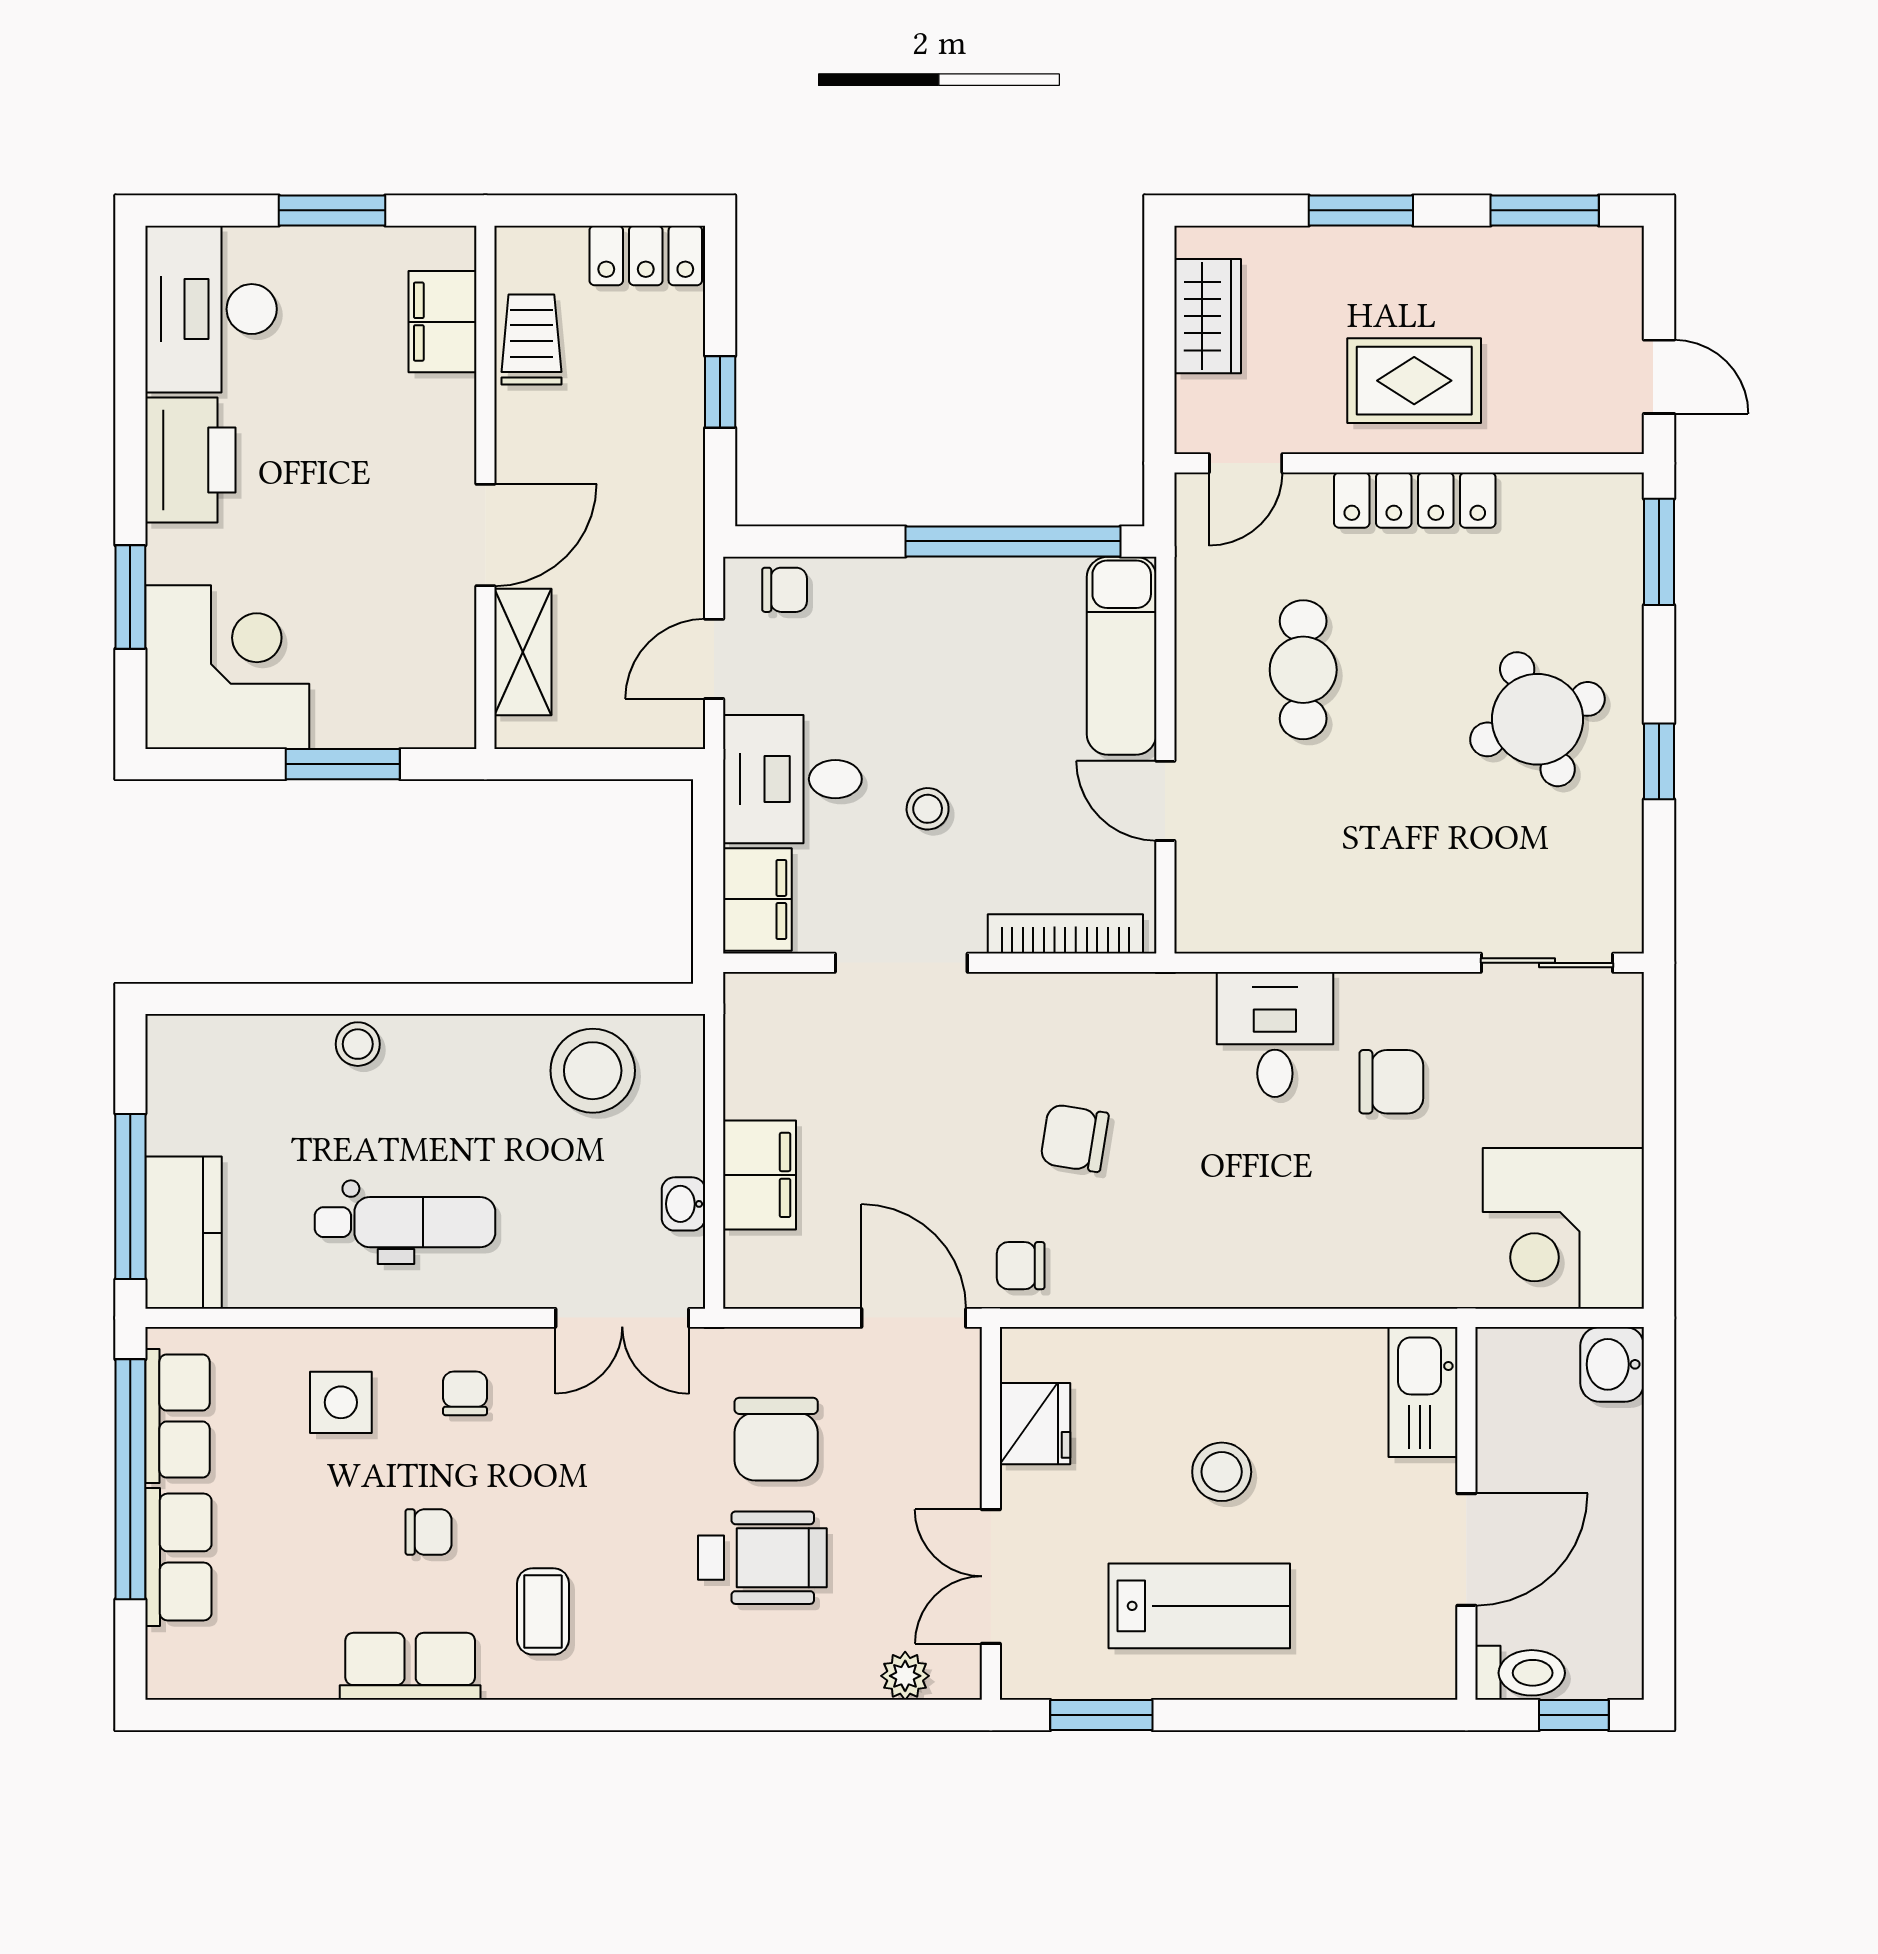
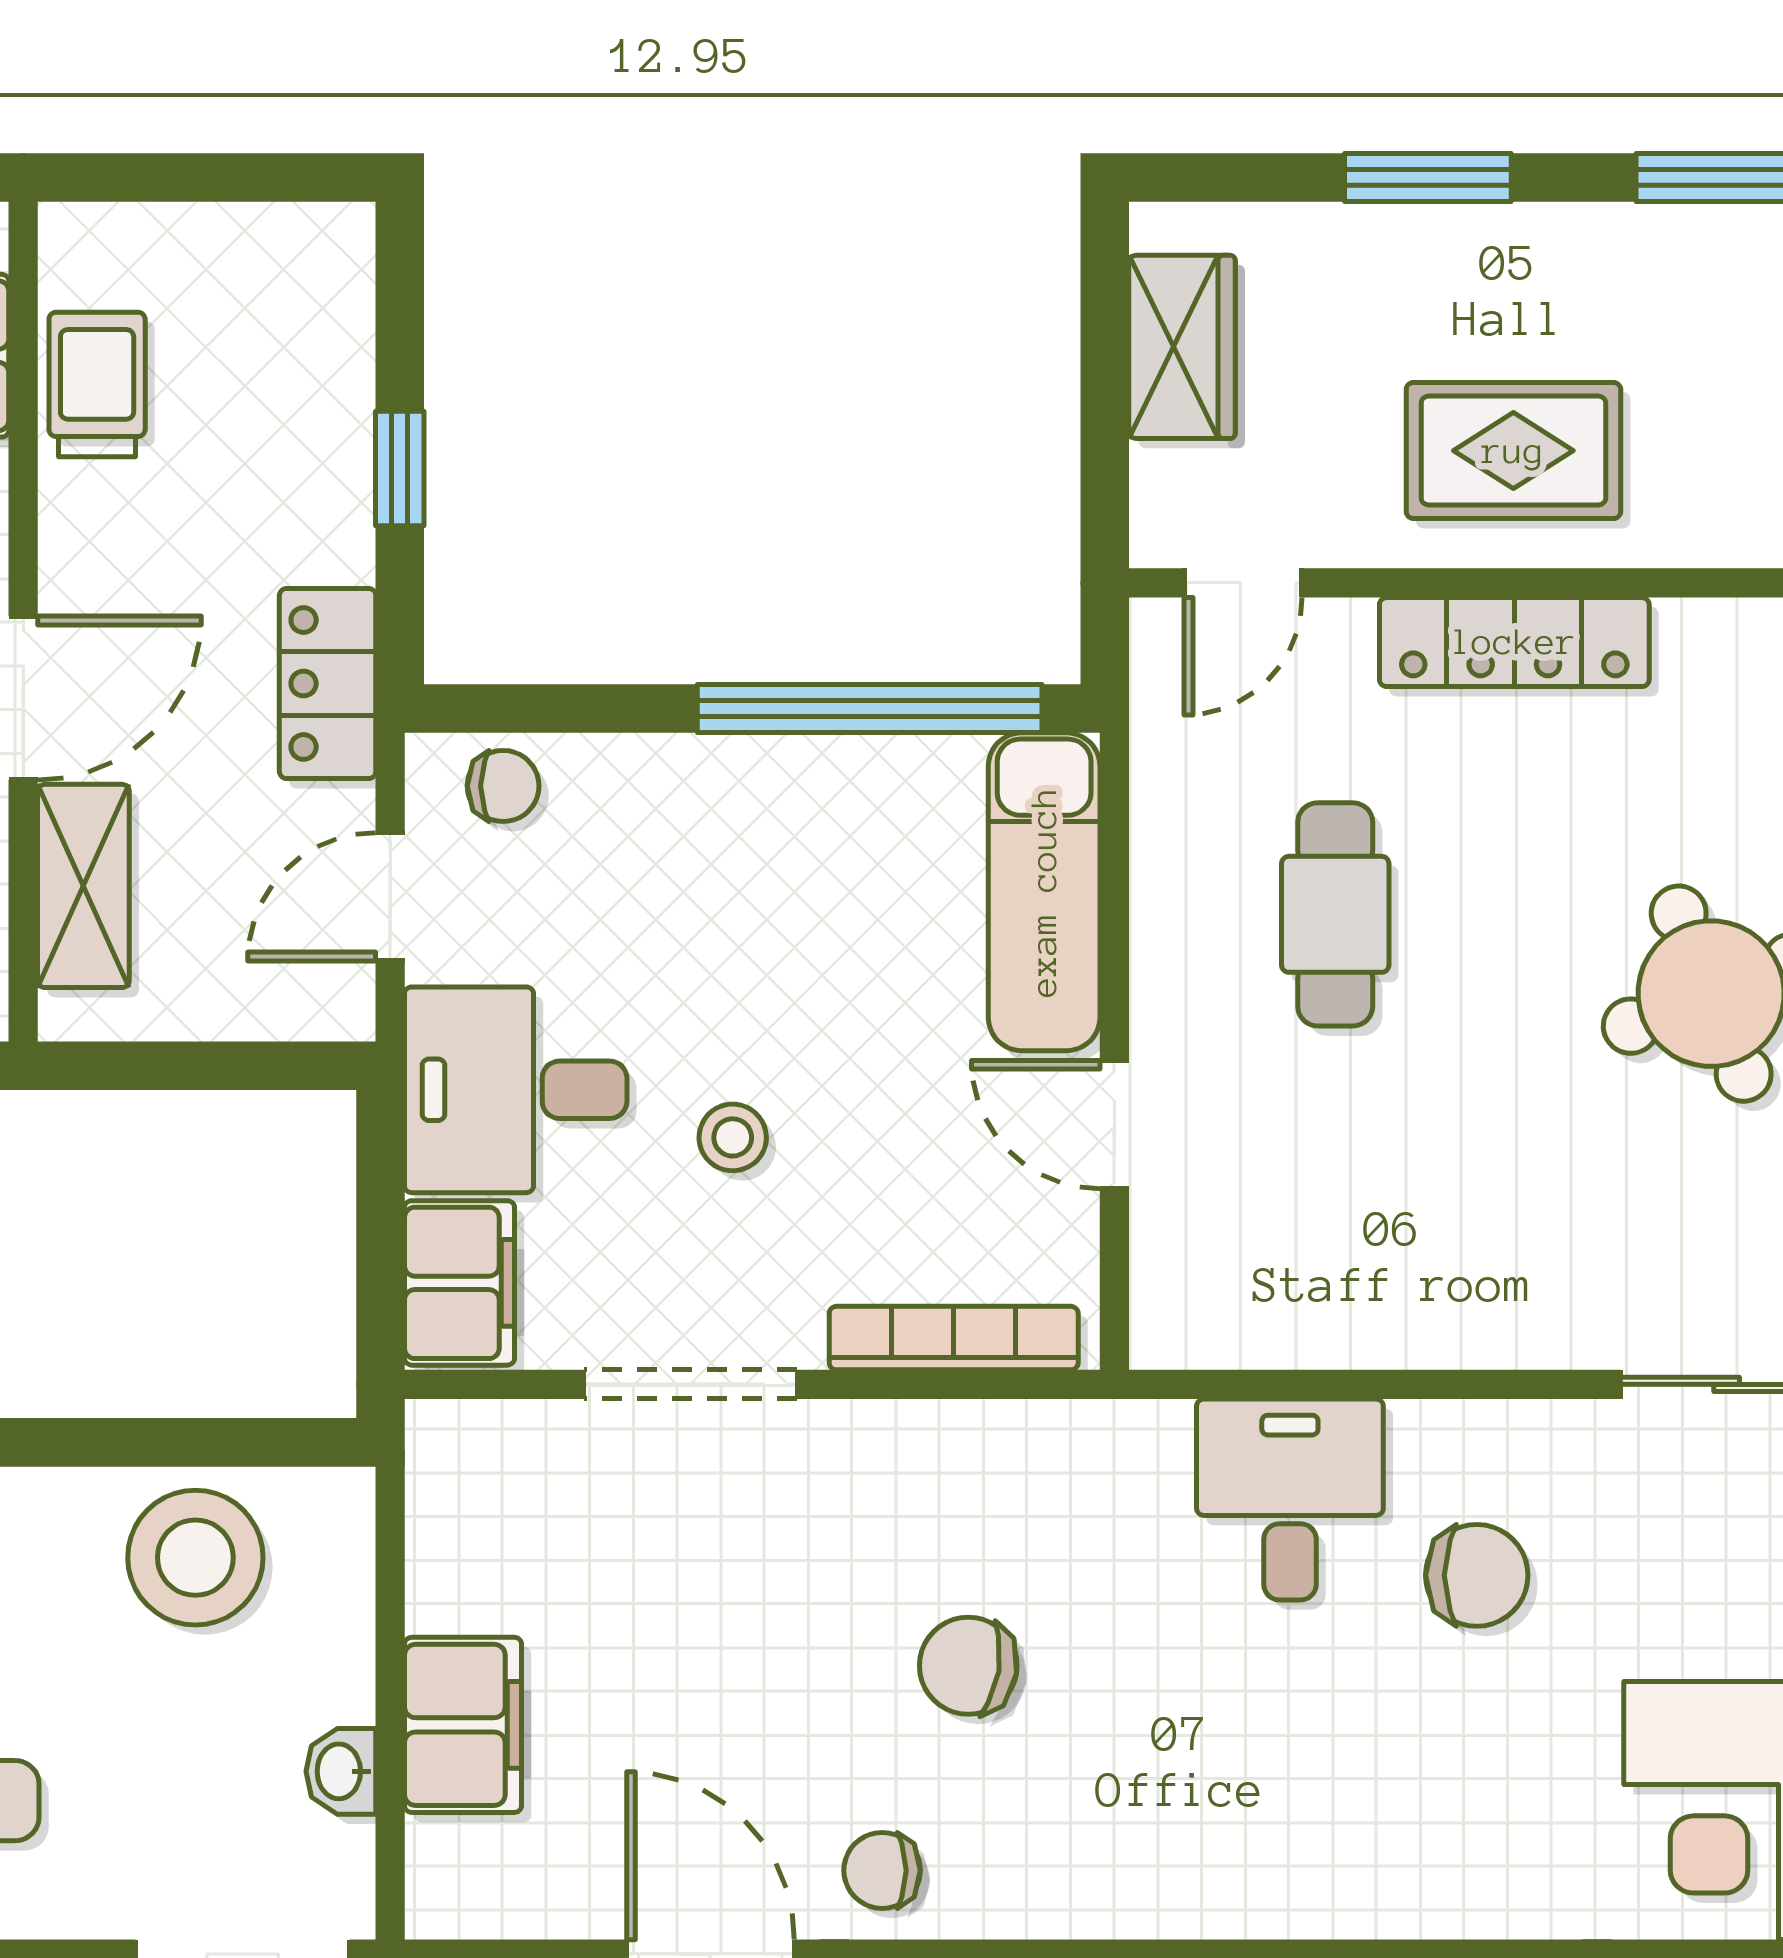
locker: (646, 255) -> (328, 683), moved, turned 90

